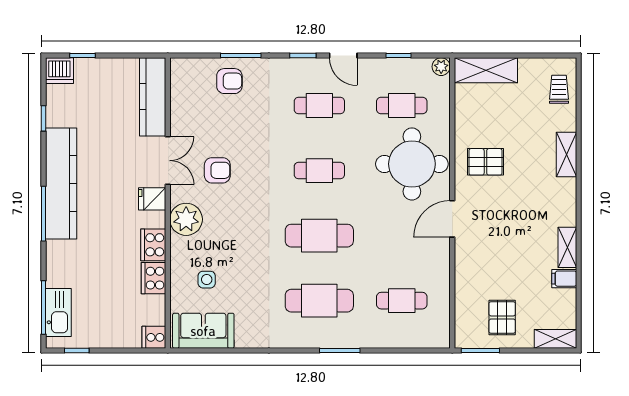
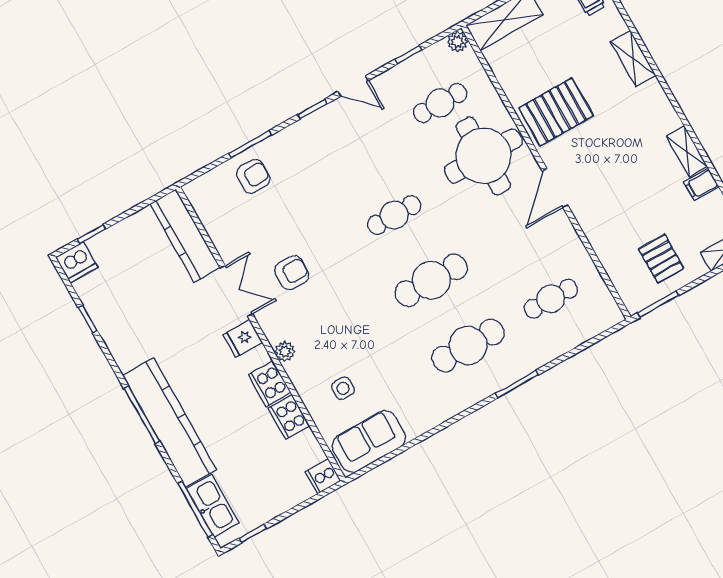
cafe table: (319, 106) -> (357, 150), removed
pallet: (485, 162) -> (556, 112), width x1.50, depth x1.42
kitchen counter: (61, 183) -> (170, 422), moved
plant: (186, 219) -> (285, 351), width x0.53, depth x0.53

